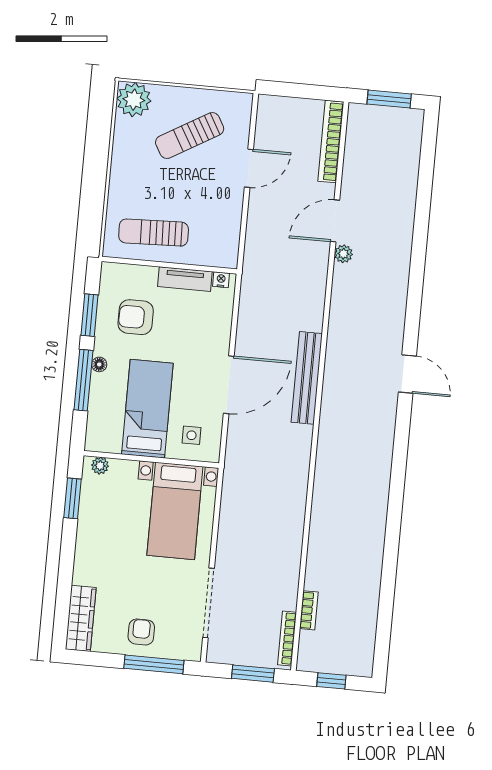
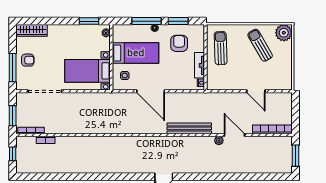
sun lounger: (190, 136) -> (260, 45), moved
bench: (307, 378) -> (189, 128), moved

